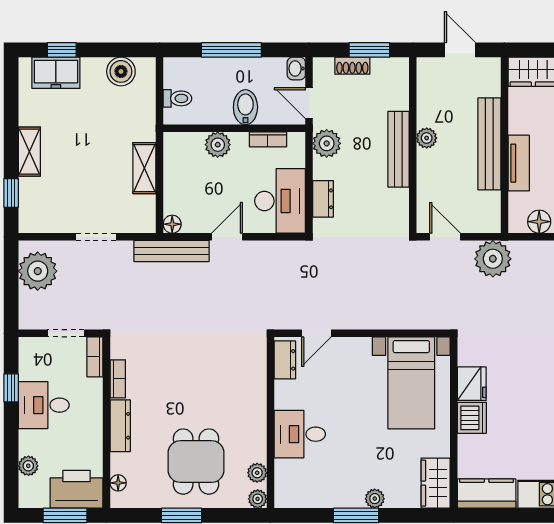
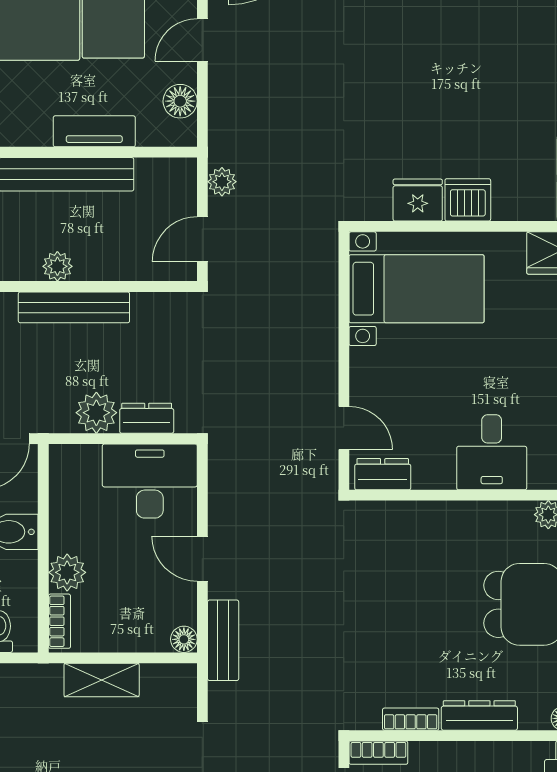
bookcase: (268, 139) -> (59, 621), moved
plant: (327, 143) -> (96, 413), moved
bench: (172, 251) -> (223, 640), width x0.73
plant: (493, 259) -> (222, 182), width x0.53, depth x0.53

